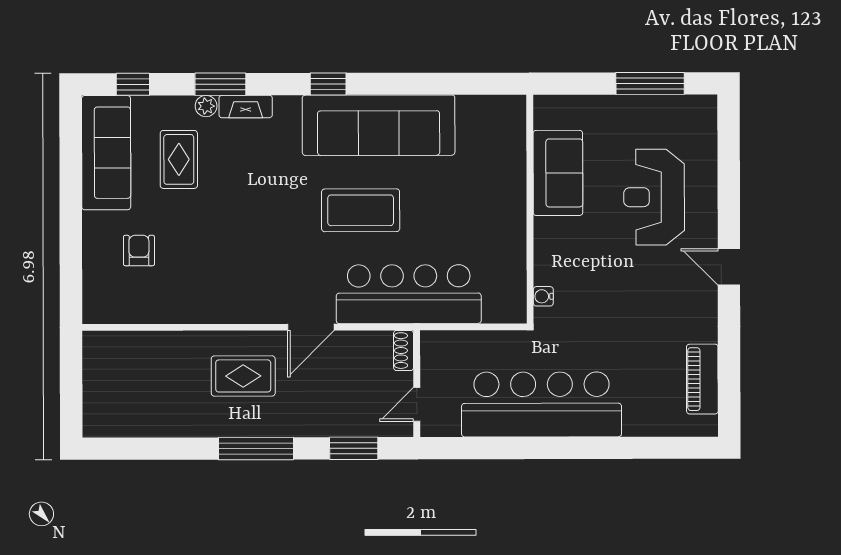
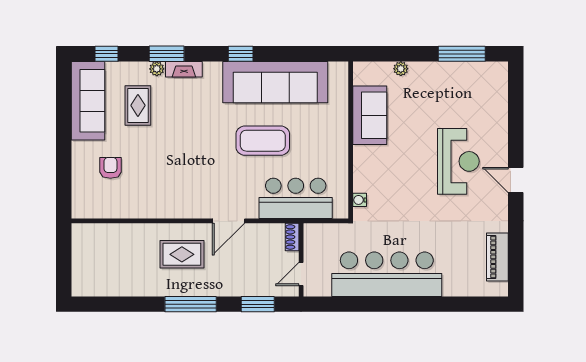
plant: (561, 105) -> (401, 69), added
sofa: (558, 173) -> (370, 115), moved
reception desk: (654, 197) -> (458, 161), moved, turned 180
wall: (530, 209) -> (351, 140), moved
bar counter: (409, 294) -> (296, 198), width x0.73
water cooler: (543, 296) -> (360, 200), moved

